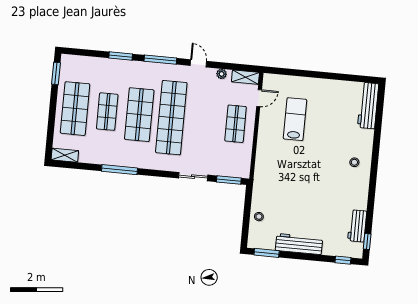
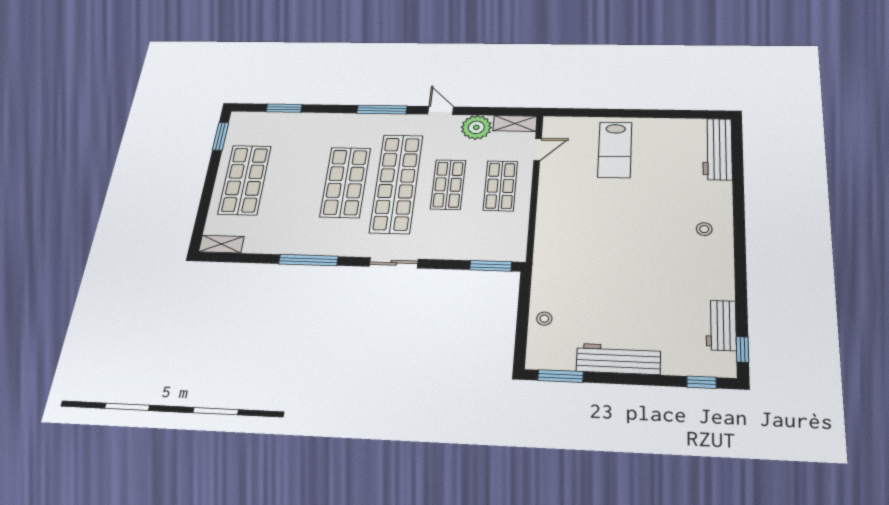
window: (121, 56) -> (284, 108), moved
plant: (222, 74) -> (476, 127), width x1.88, depth x1.88
shop shelf: (107, 112) -> (448, 185), moved
lab bench: (295, 119) -> (615, 150), moved, turned 180
sliding door: (193, 177) -> (394, 263), moved

